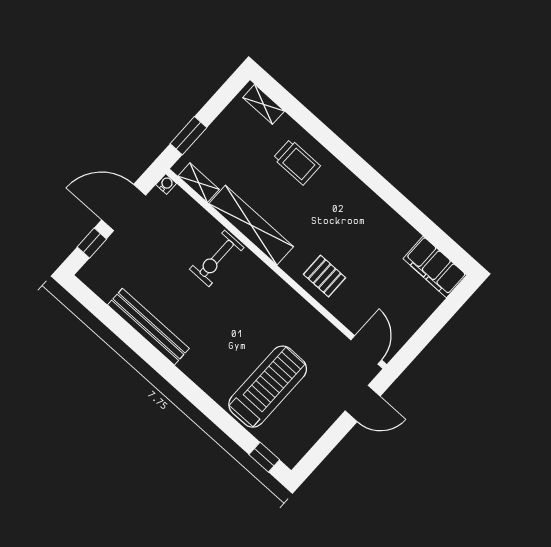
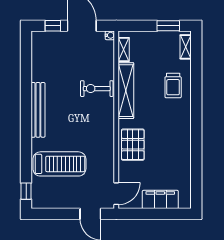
window: (188, 136) -> (168, 26), moved
filing cabinet: (435, 267) -> (160, 199), moved, turned 90
pallet: (325, 276) -> (133, 145), width x1.50, depth x1.42
bench: (148, 327) -> (38, 110), moved

